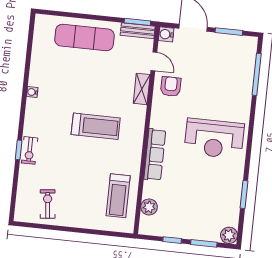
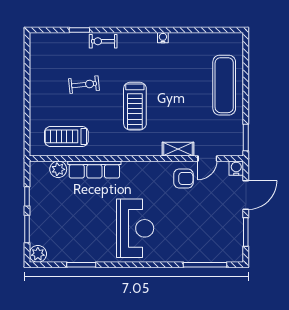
bench: (138, 31) -> (237, 139), removed
reception desk: (214, 139) -> (135, 228), turned 180
window: (19, 150) -> (79, 30), moved
row of seats: (155, 155) -> (94, 169), moved
exercise bike: (48, 204) -> (84, 85), moved

